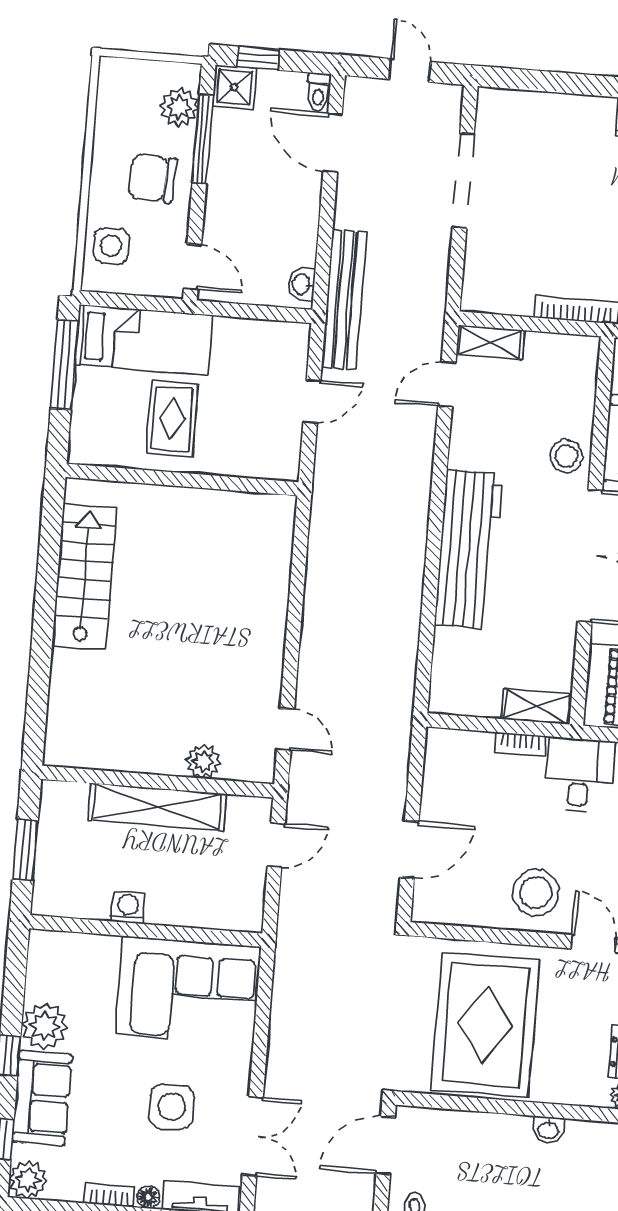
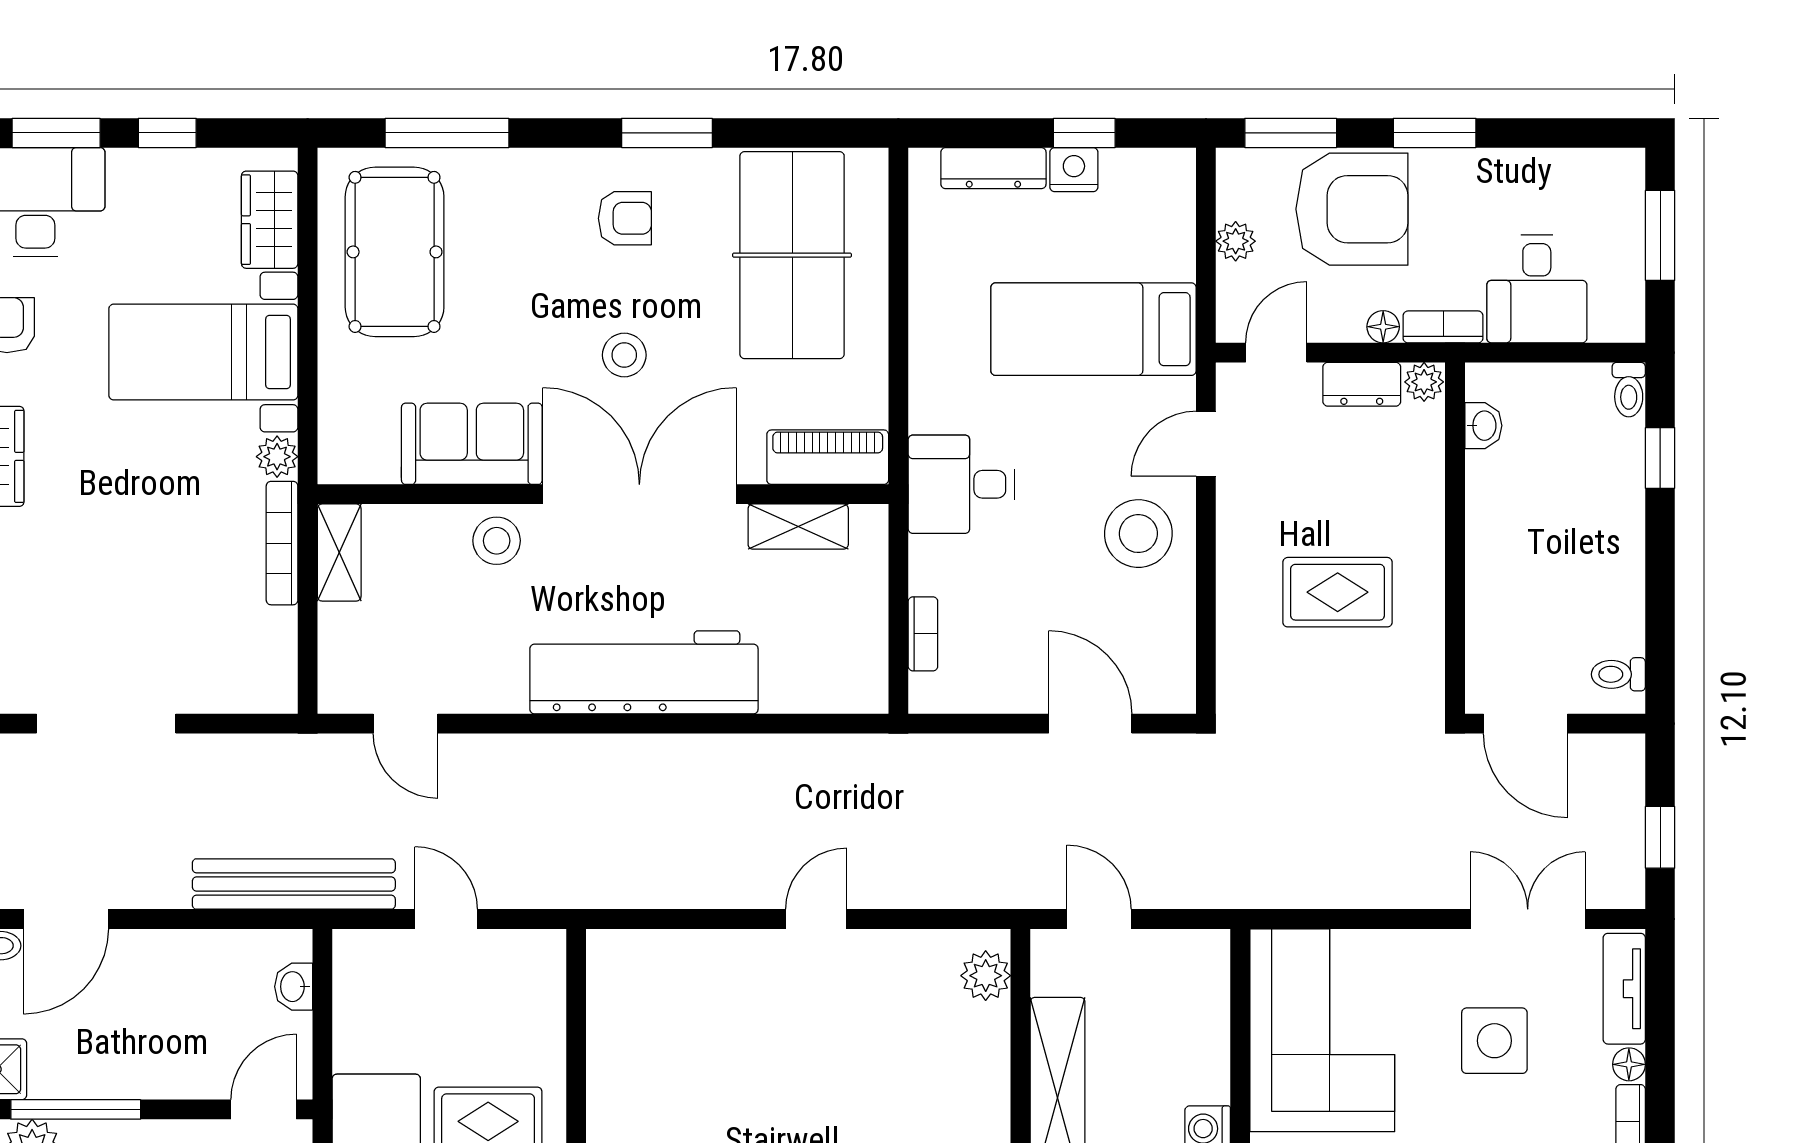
washbasin: (302, 284) -> (294, 987), moved, turned 90
shelving: (490, 342) -> (339, 553), moved
shelving: (537, 707) -> (798, 527), moved, turned 90
door: (285, 729) -> (816, 919), moved
bookcase: (520, 744) -> (923, 634), moved
plant: (203, 761) -> (986, 976), moved
rug: (485, 1025) -> (1338, 592), width x0.54, depth x0.49
washbasin: (548, 1130) -> (1483, 426), moved

